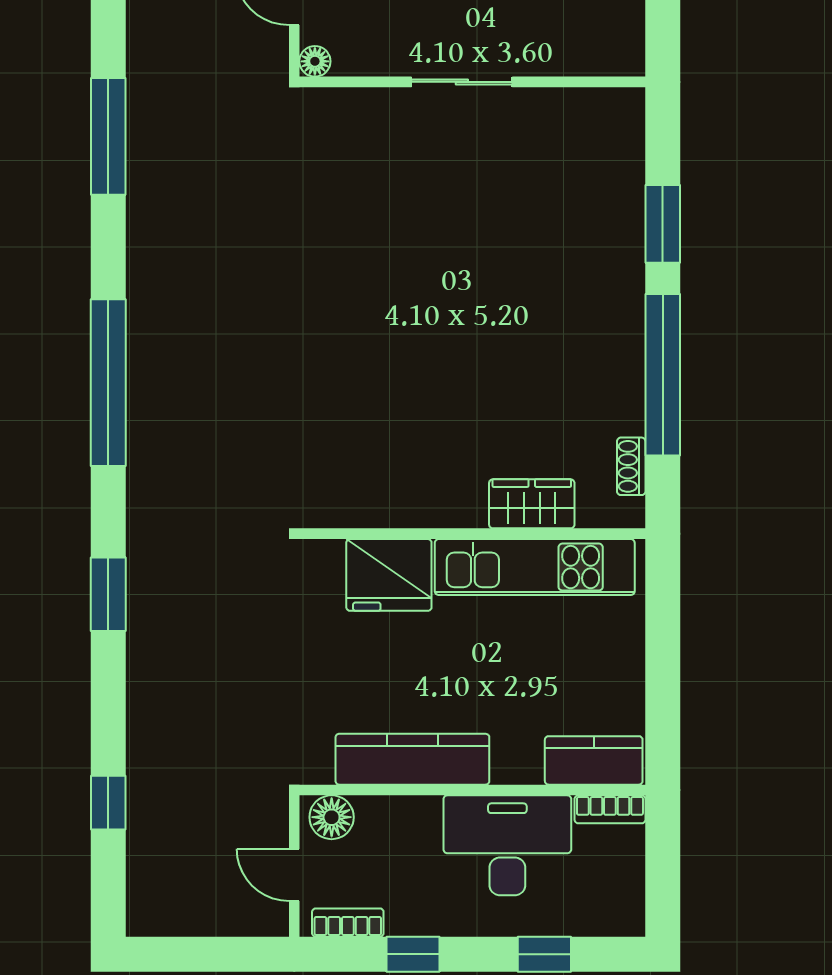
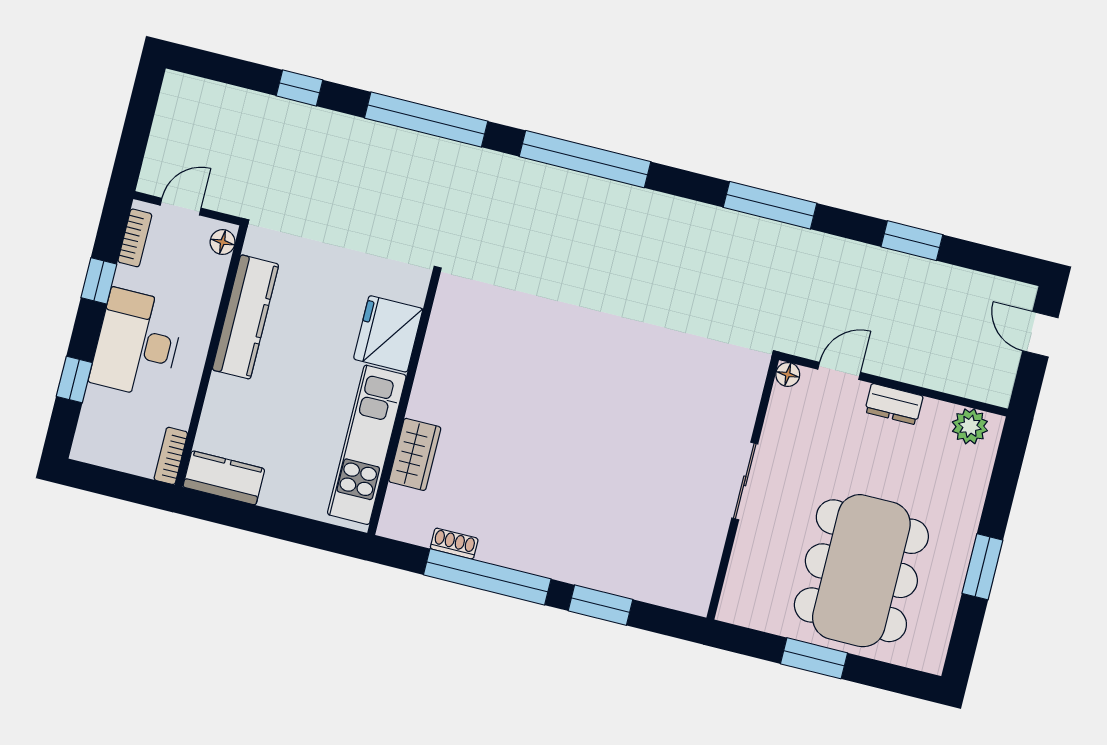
shoe rack: (631, 466) -> (454, 544), moved
window: (108, 594) -> (426, 120), width x2.11
kitchen counter: (594, 760) -> (224, 478), moved, turned -90
window: (108, 803) -> (299, 88), moved
floor lamp: (332, 817) -> (223, 242), width x0.73, depth x0.73
desk: (507, 845) -> (137, 343), moved, turned 180

